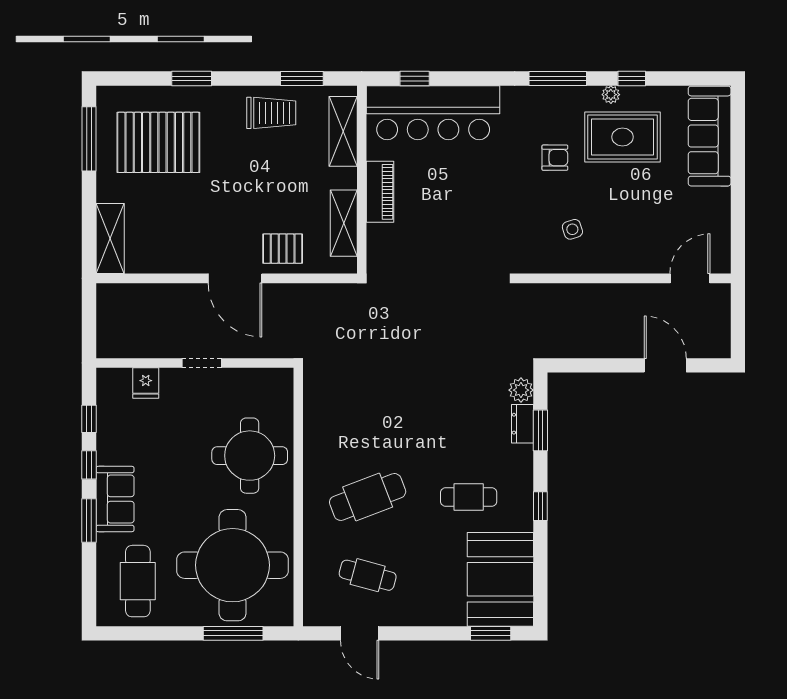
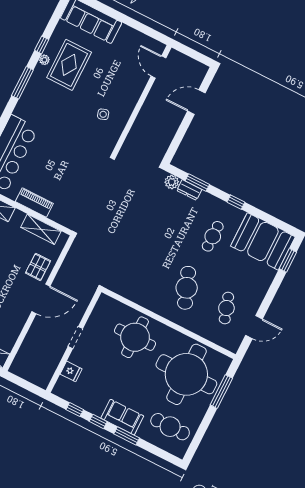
armchair: (555, 158) -> (62, 105), removed
cafe table: (368, 575) -> (226, 308), turned -33

